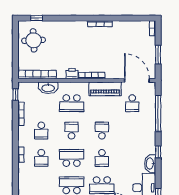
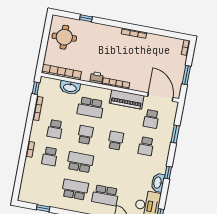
window: (37, 18) -> (86, 18), moved
window: (158, 113) -> (175, 134), width x0.47
school desk: (102, 158) -> (146, 146), moved

